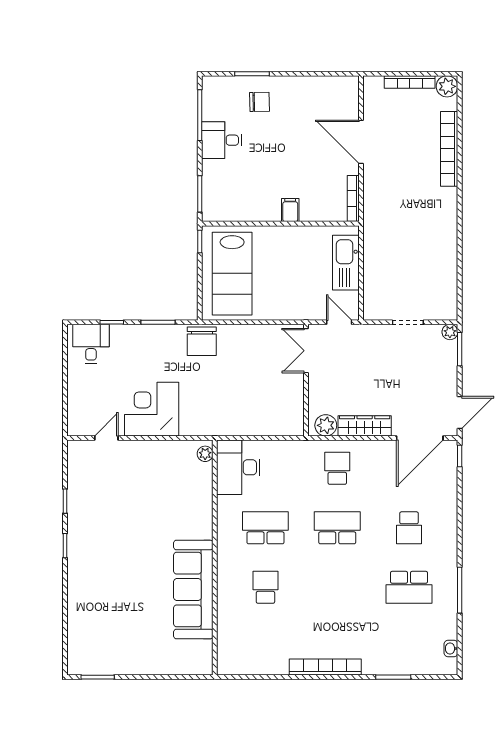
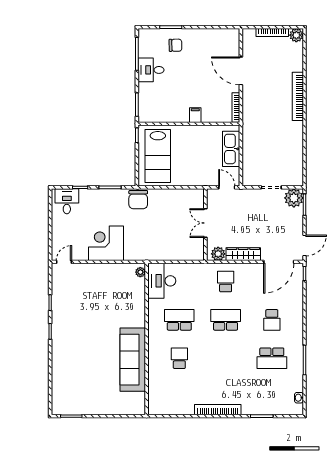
bookcase: (449, 149) -> (298, 96), moved
plant: (450, 332) -> (294, 198), width x1.87, depth x1.87
double door: (306, 351) -> (205, 223), moved
door: (106, 438) -> (64, 262), moved

